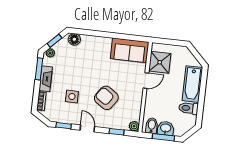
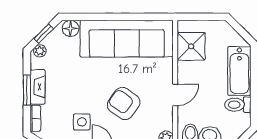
sofa: (130, 50) -> (127, 39), width x1.85, depth x1.27
window: (39, 69) -> (27, 90), moved
door: (146, 81) -> (175, 95), moved
side table: (72, 97) -> (82, 122), moved

